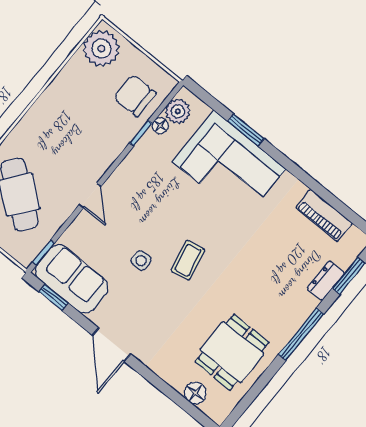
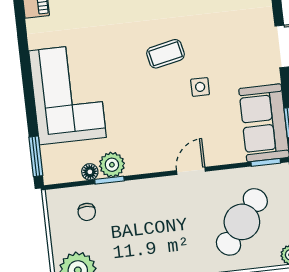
chair: (135, 96) -> (87, 212), width x0.54, depth x0.54
plant: (178, 111) -> (112, 165), moved
window: (246, 130) -> (36, 156), moved

